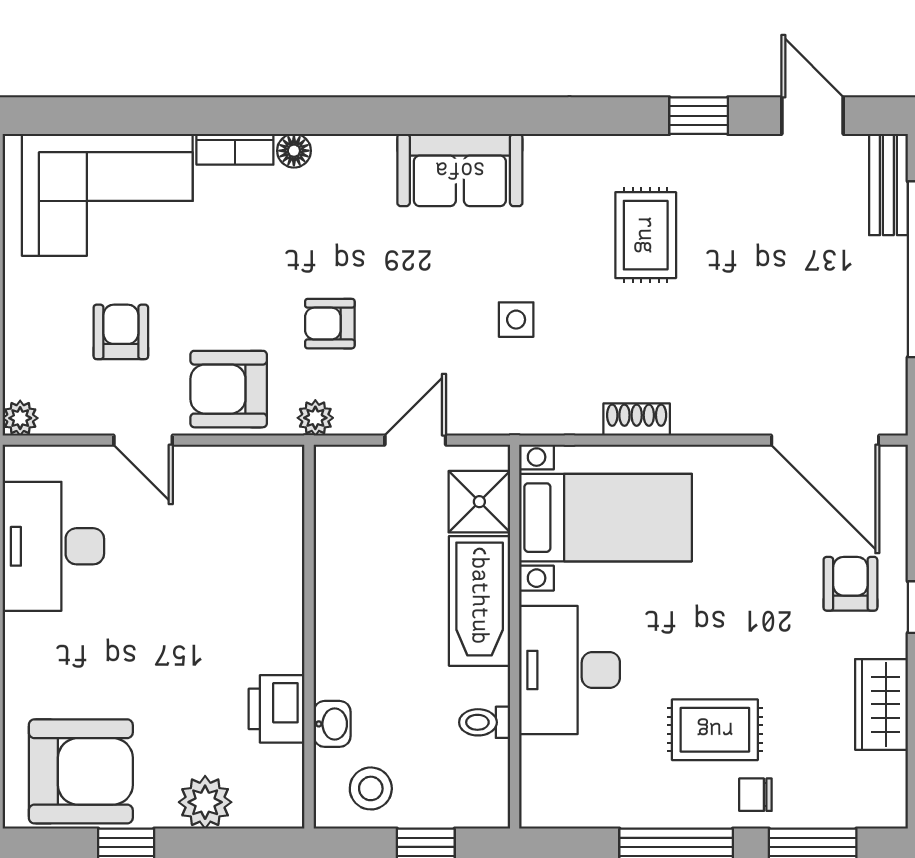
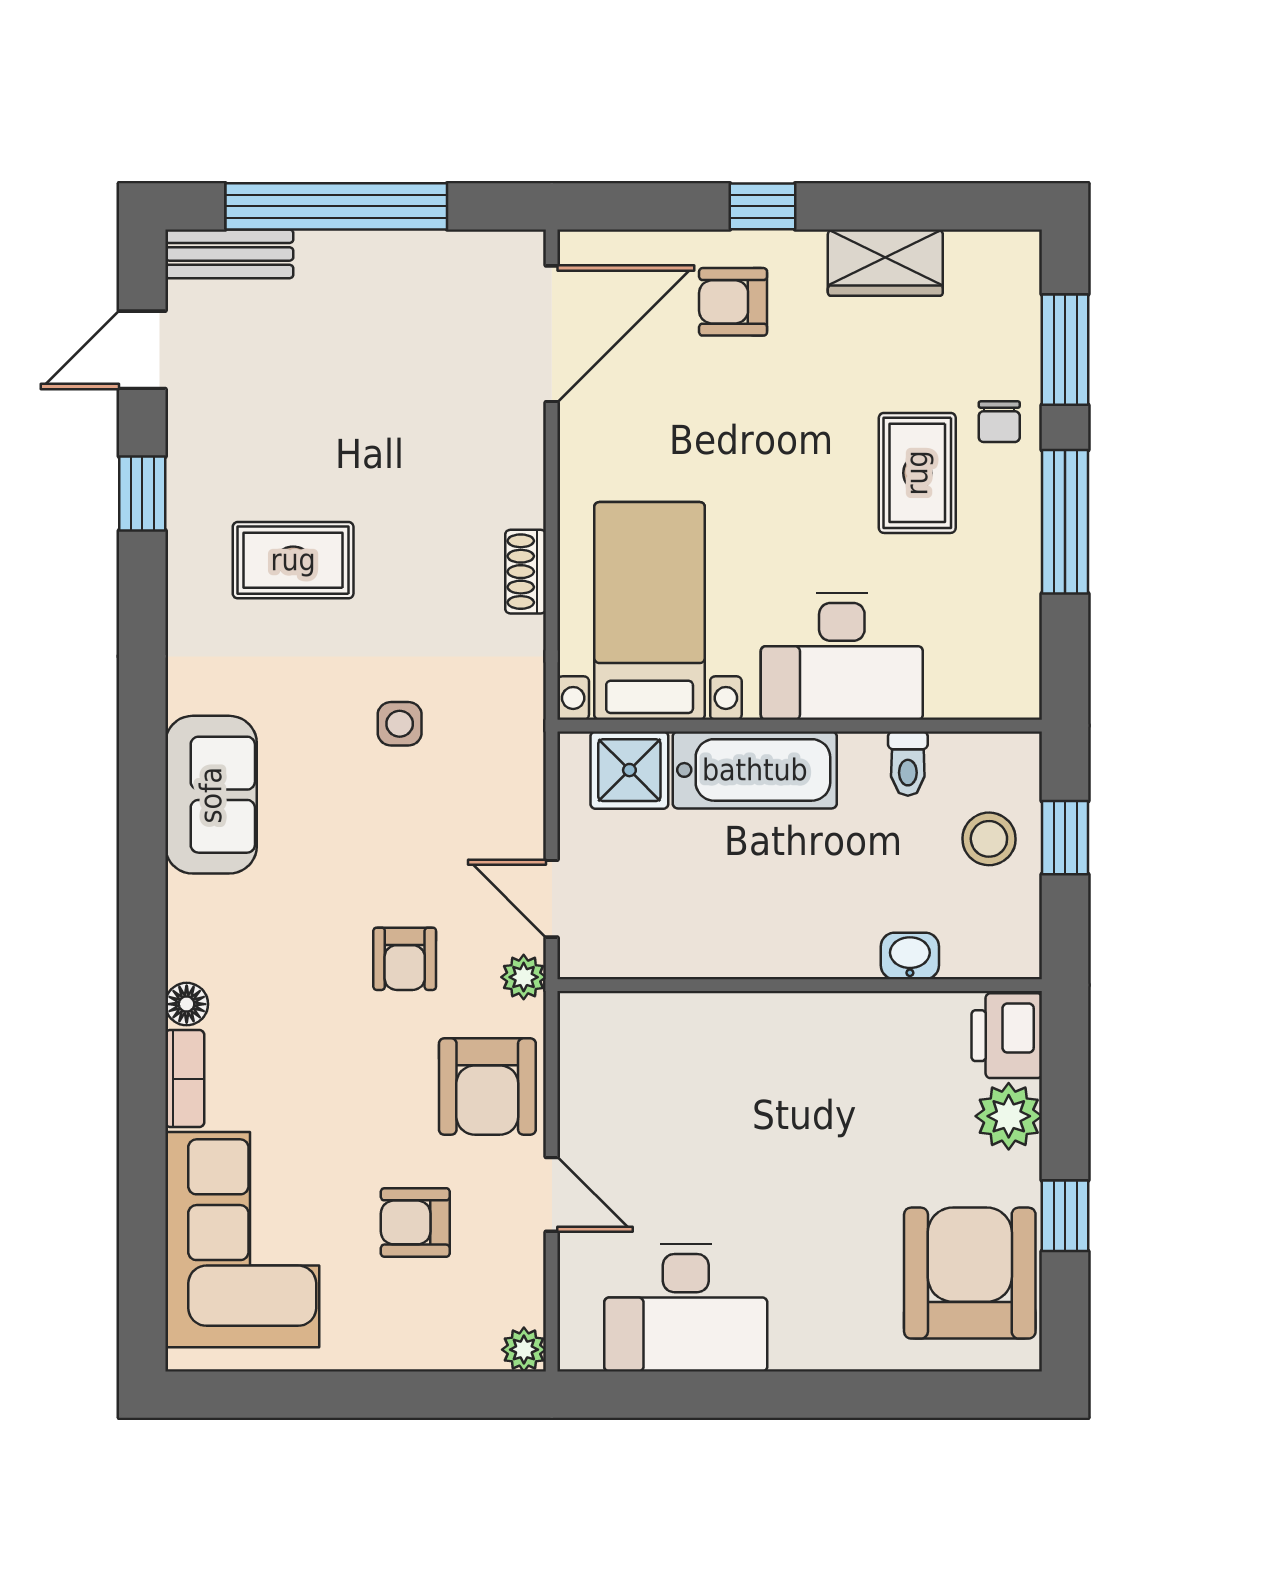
door: (143, 440) -> (552, 1194), hinge flipped
door: (415, 440) -> (552, 899), moved
printer: (277, 709) -> (1007, 1036), moved, turned 90
stool: (371, 788) -> (989, 839), moved

